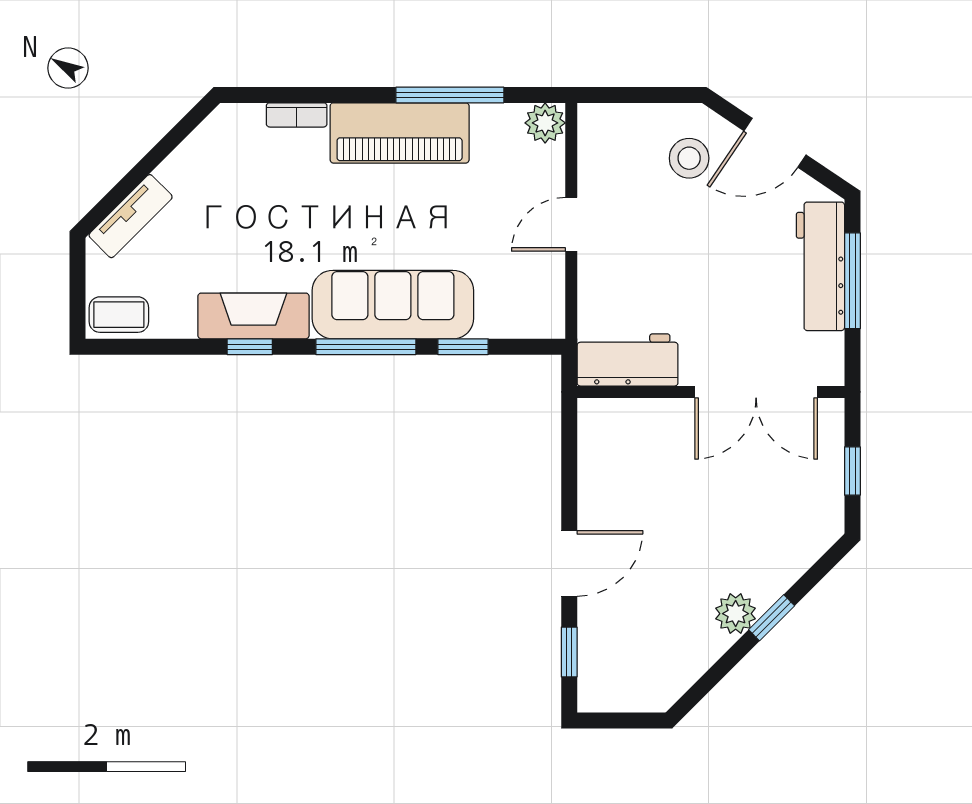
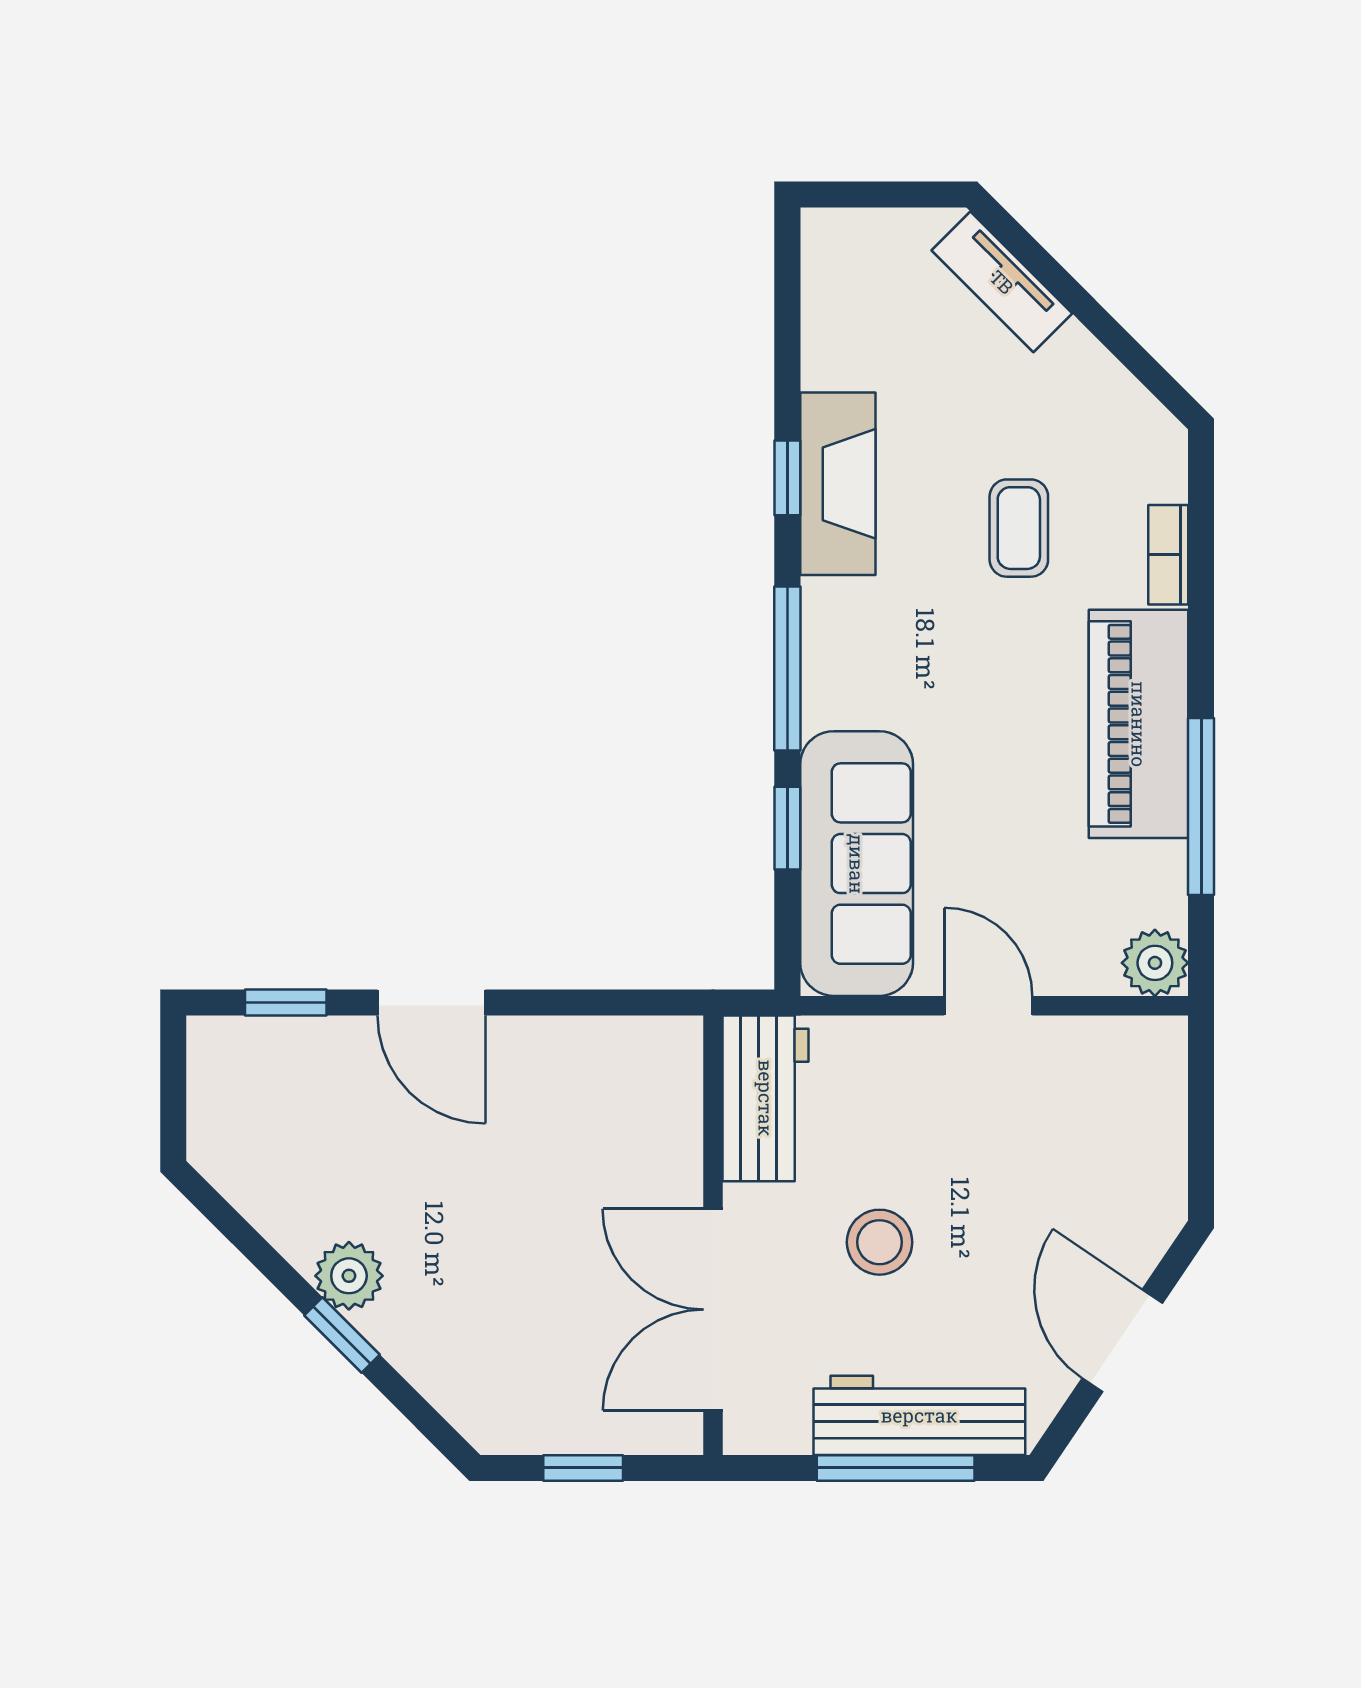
stool: (689, 158) -> (880, 1242), moved
sofa: (393, 305) -> (857, 864), moved
coffee table: (119, 315) -> (1019, 528), moved

